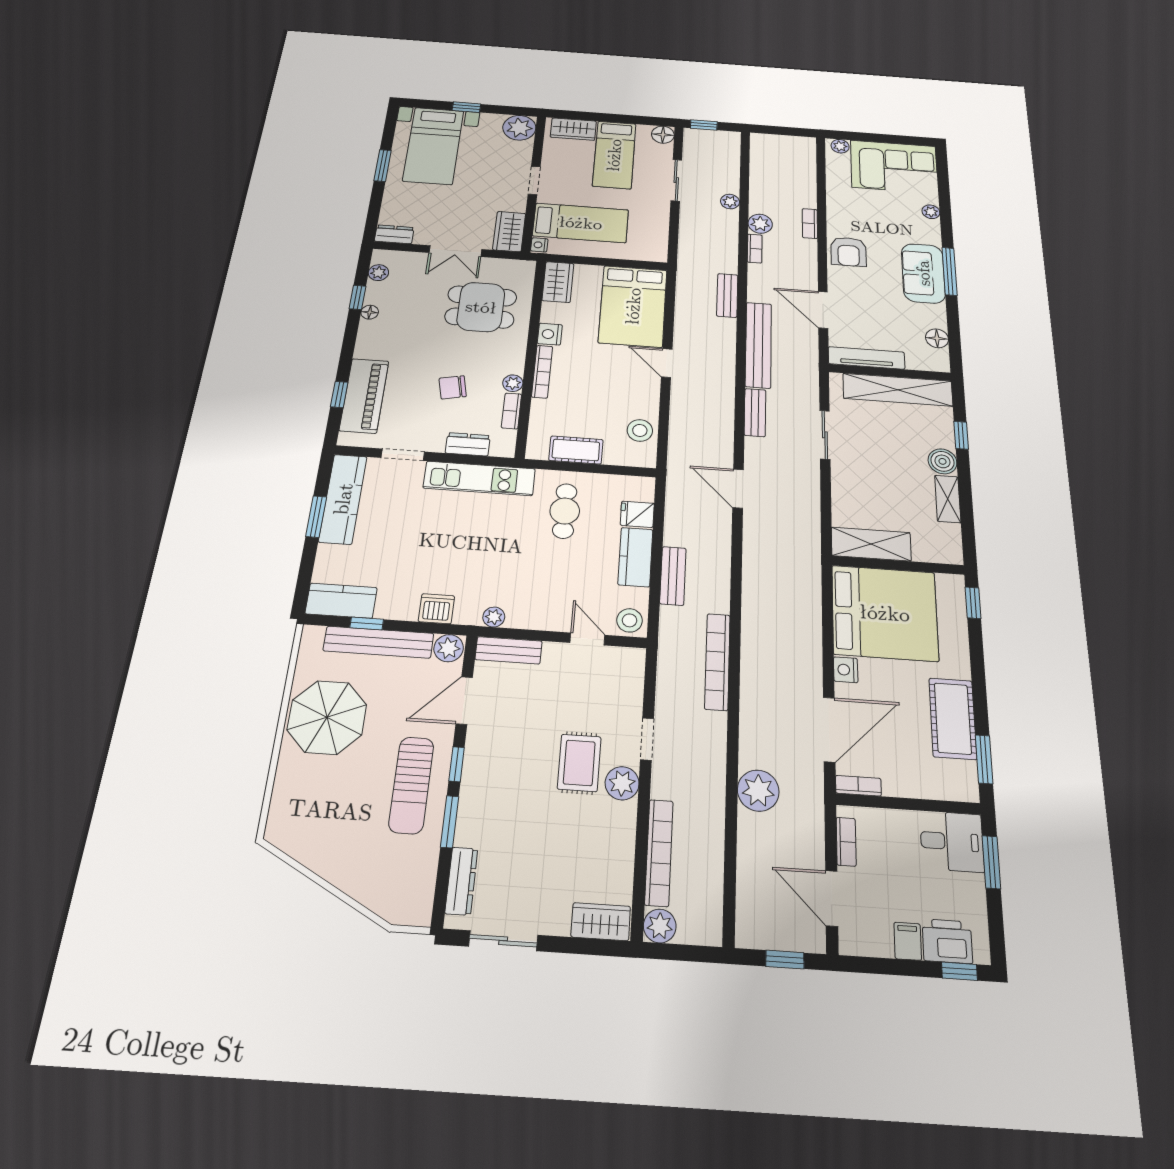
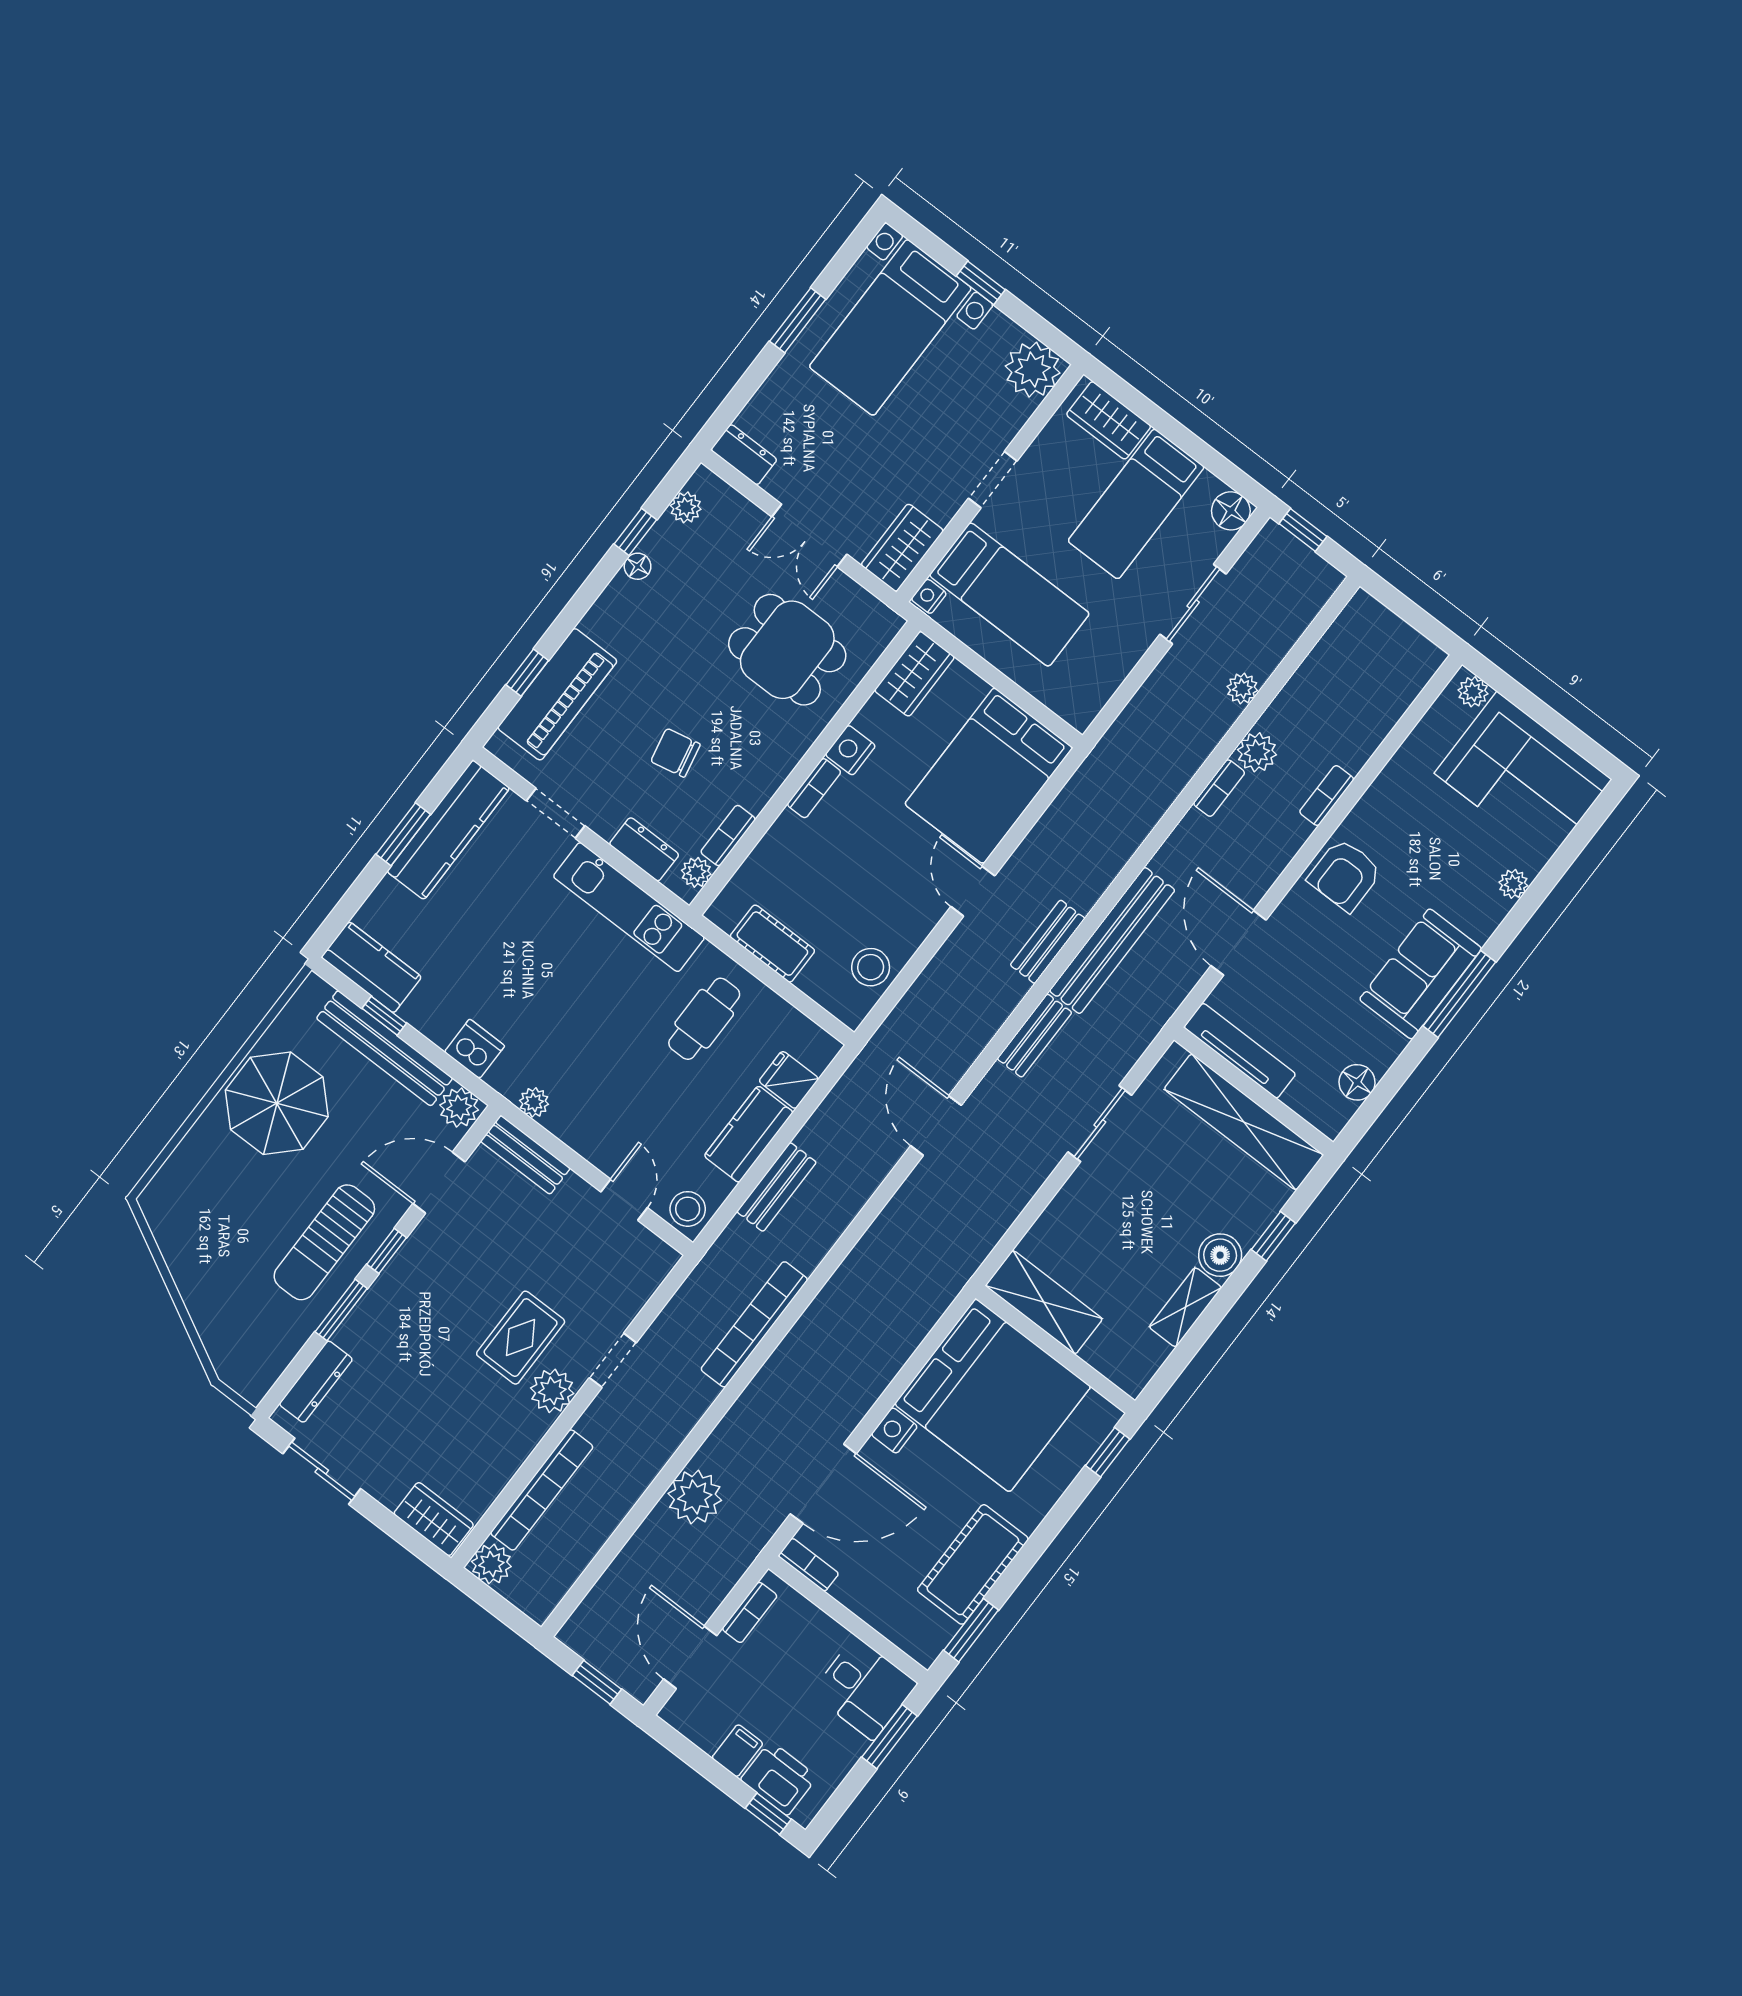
bench: (727, 295) -> (1048, 942), moved
bookcase: (542, 372) -> (814, 788), width x0.64
plant: (513, 383) -> (696, 872), moved

